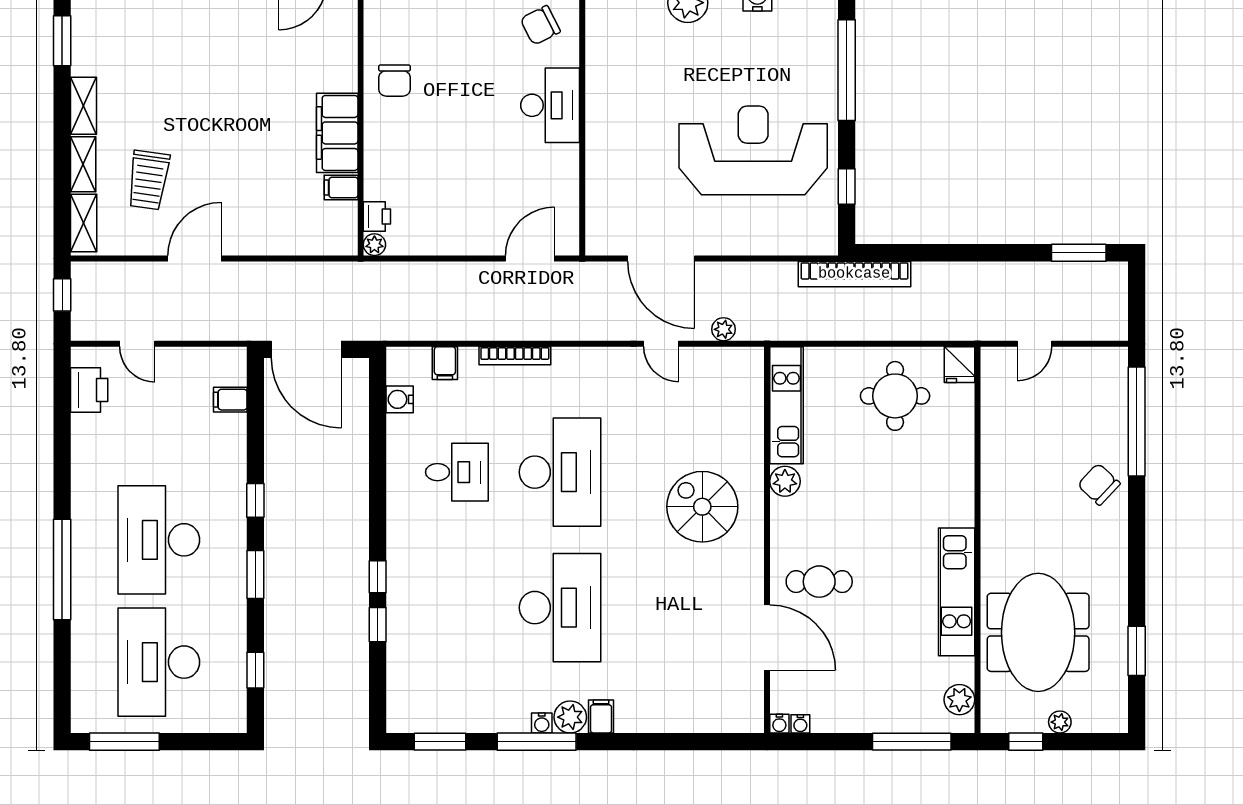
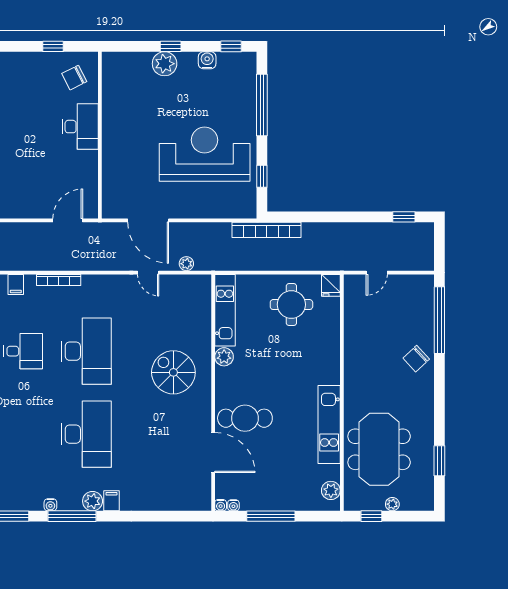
window: (1079, 253) -> (404, 217), width x0.67
chair: (1099, 484) -> (416, 359), turned -86
cafe table: (819, 582) -> (245, 418), width x1.37, depth x1.35
water cooler: (542, 723) -> (50, 505), moved
window: (912, 742) -> (271, 516), moved

